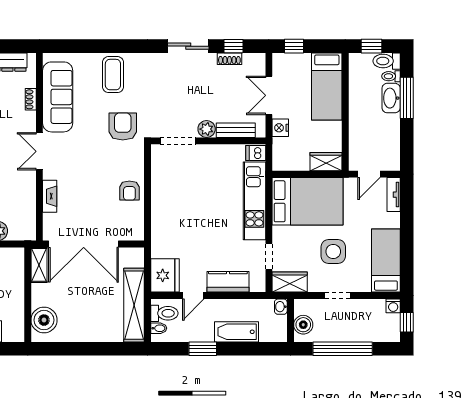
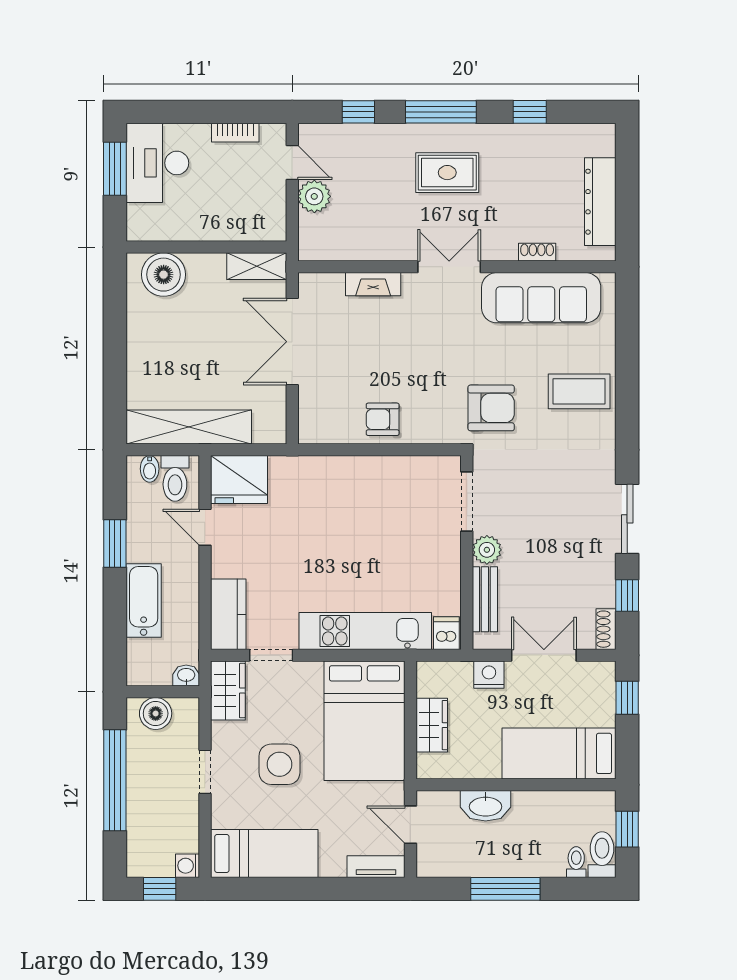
shoe rack: (229, 59) -> (606, 629), moved
washbasin: (391, 98) -> (486, 806), moved, turned 180
window: (407, 98) -> (505, 889), moved
wardrobe: (326, 162) -> (432, 725), moved
double door: (84, 244) -> (292, 342), width x0.73
kitchen counter: (228, 282) -> (228, 614), moved

